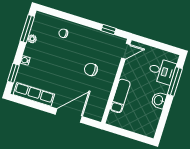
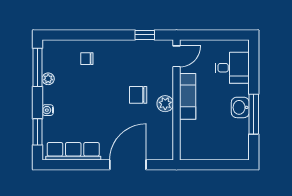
plant: (108, 81) -> (165, 104), added
window: (175, 82) -> (254, 114), moved
exam couch: (120, 96) -> (188, 96), moved

